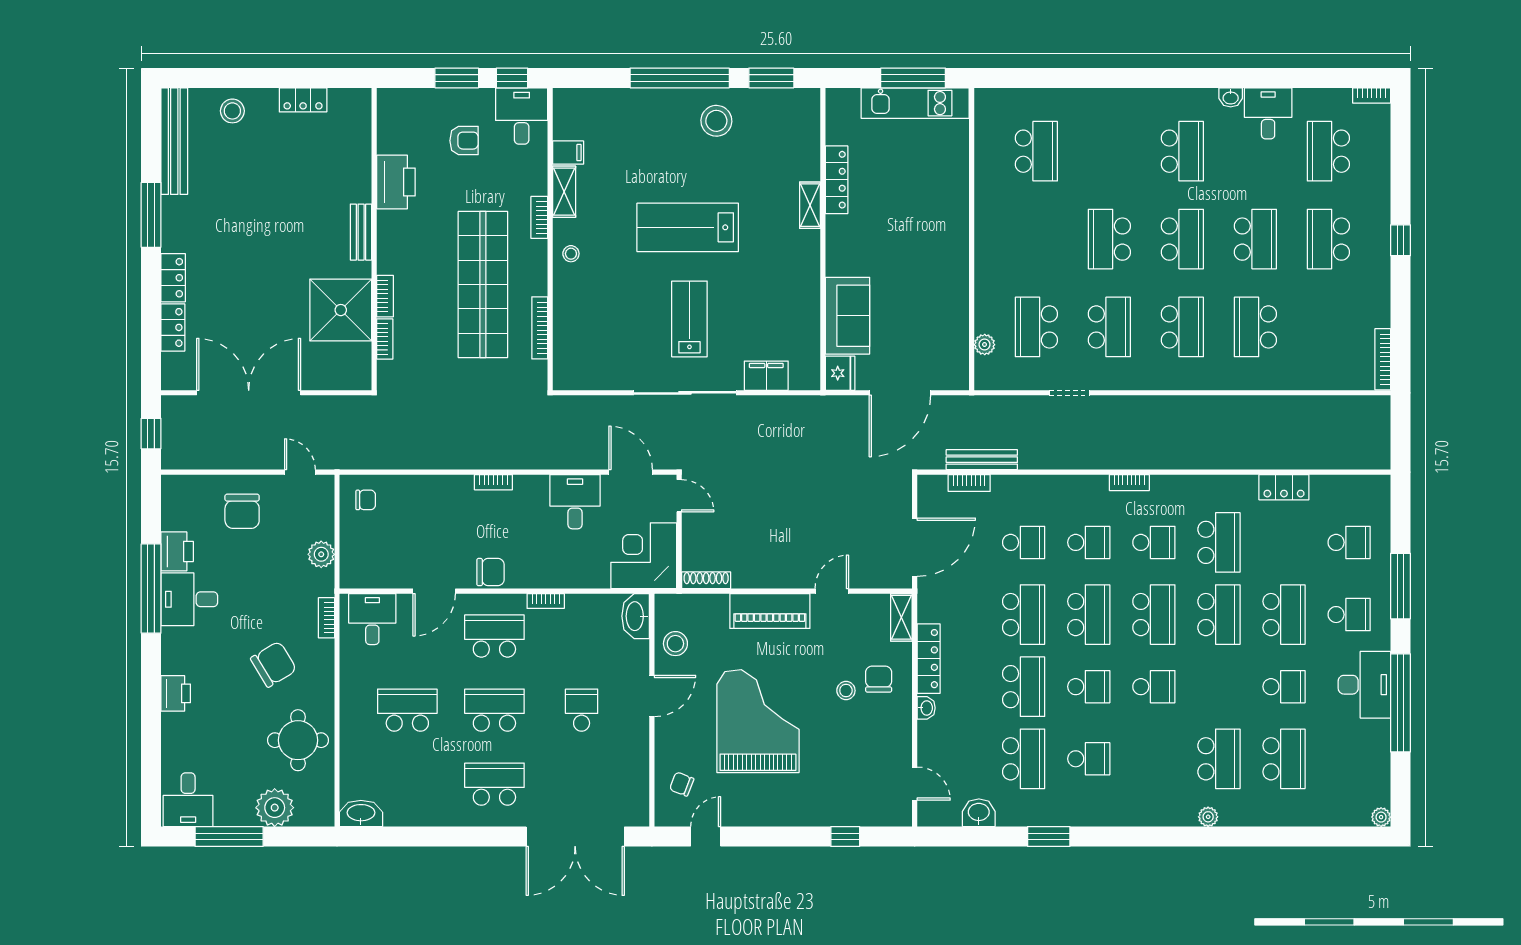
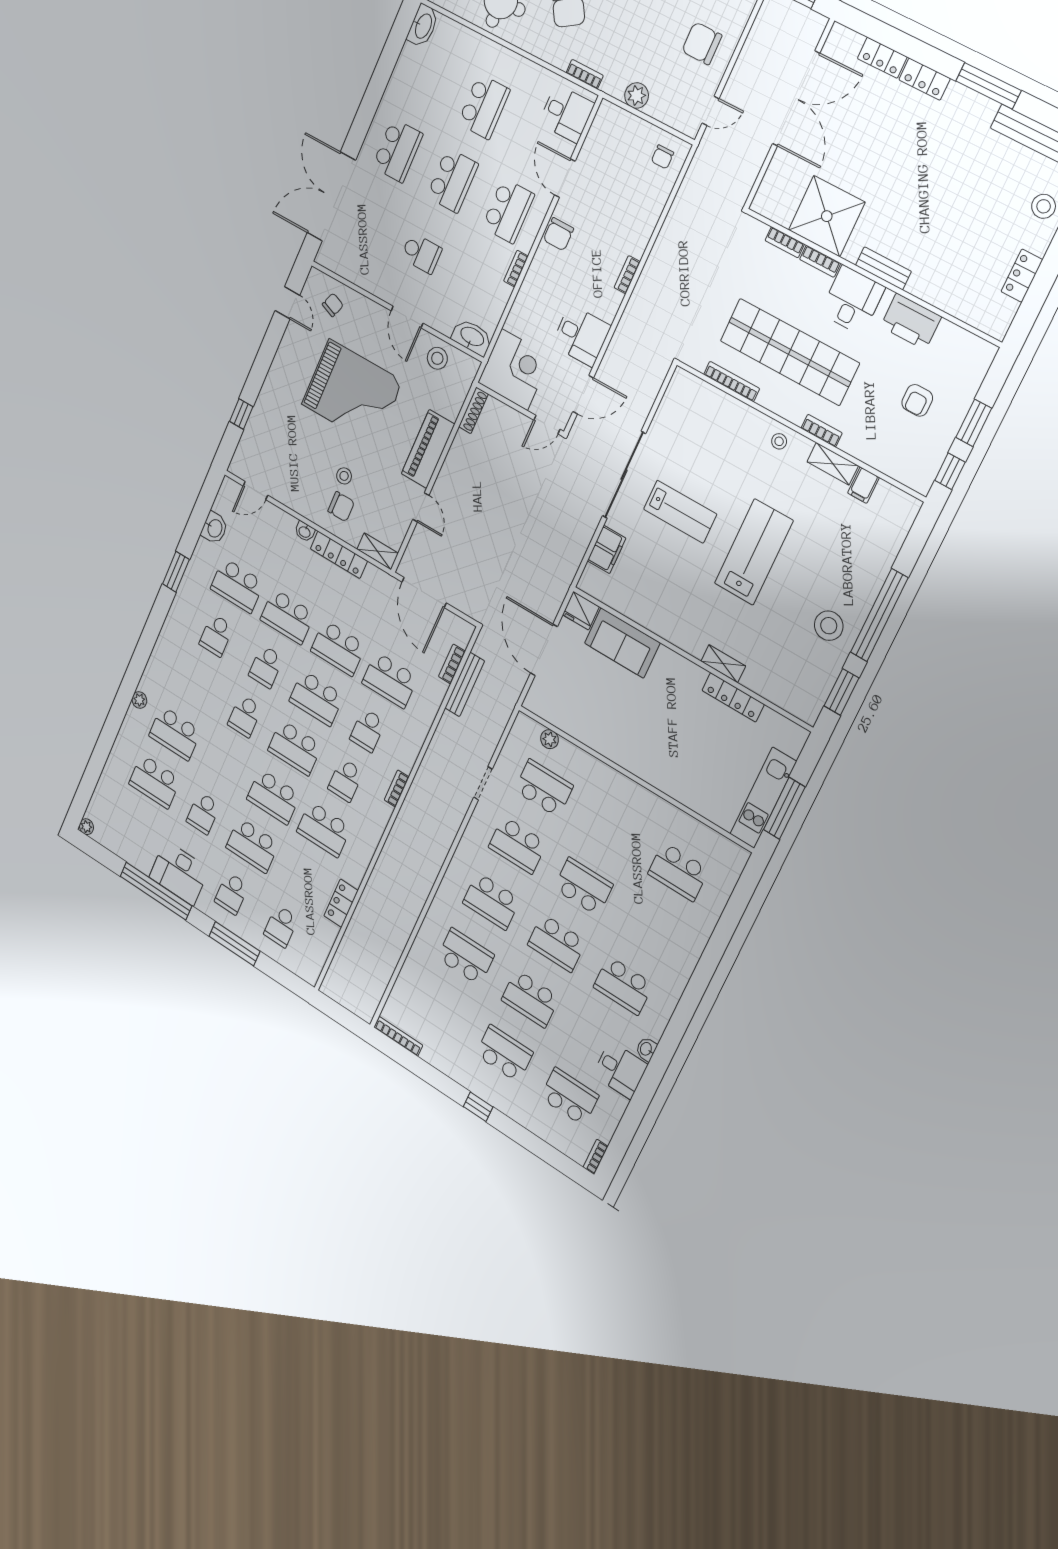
desk: (522, 116) -> (852, 300), moved, turned -90
school desk: (1024, 542) -> (390, 680), width x1.85

